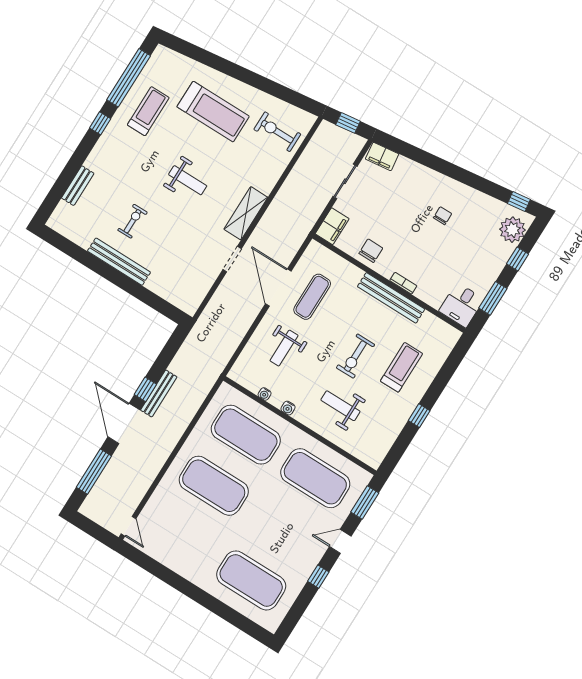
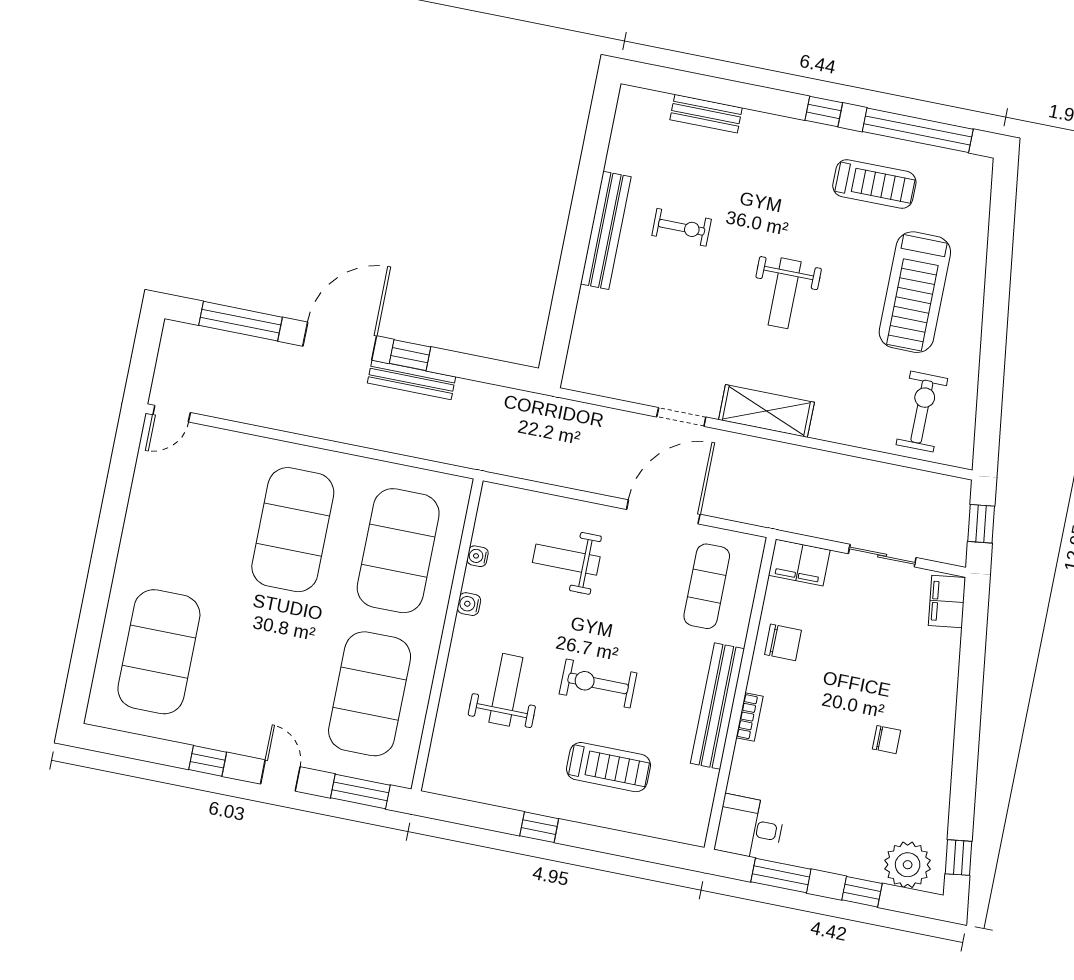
exercise mat: (312, 297) -> (707, 586), moved, turned 90

